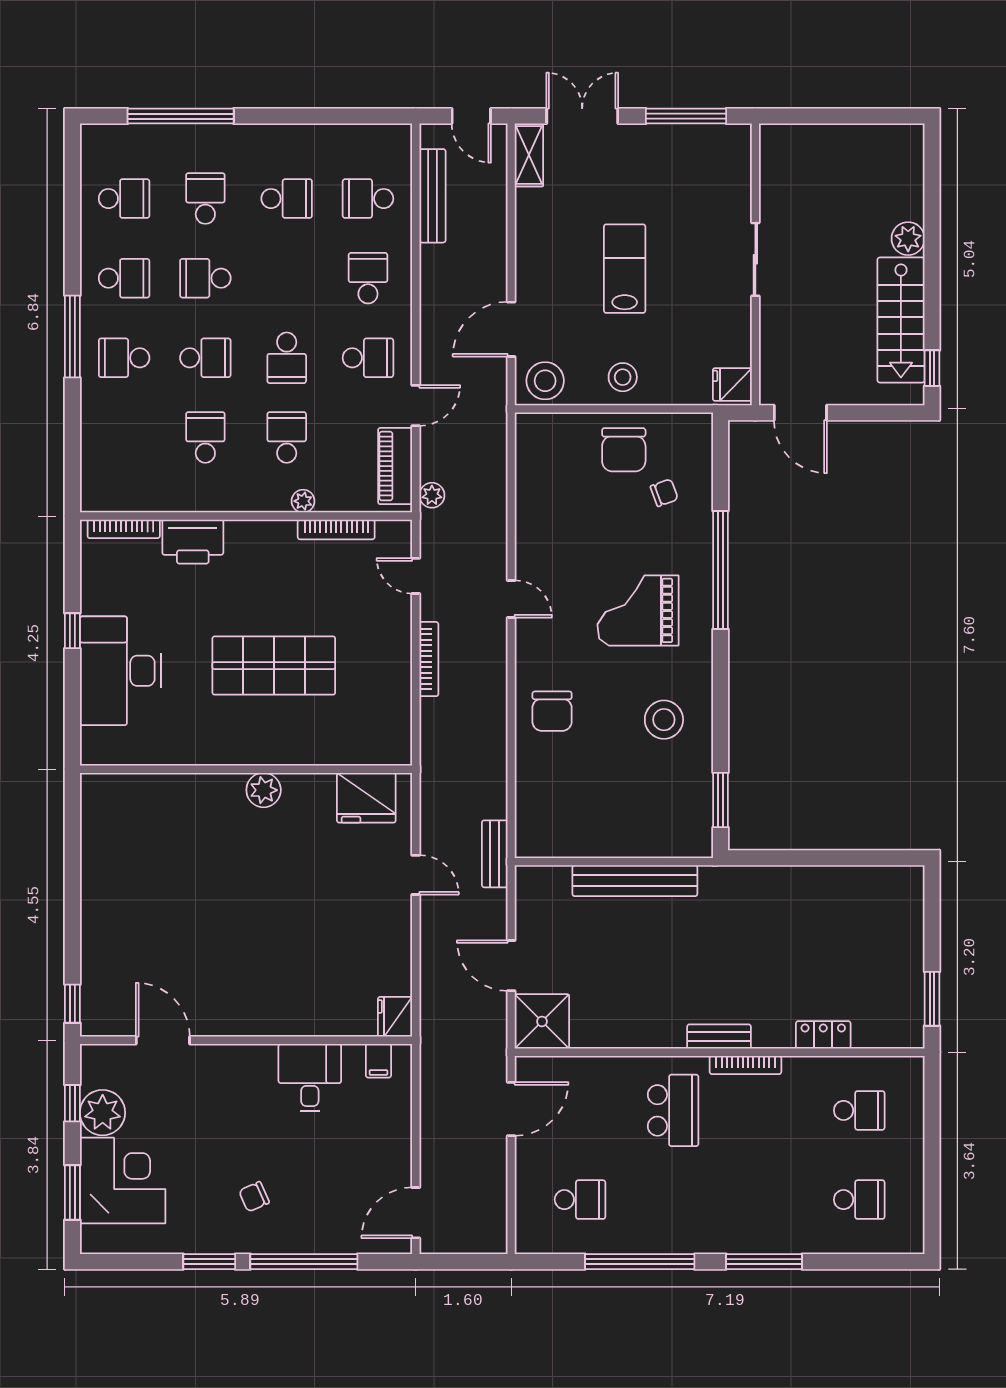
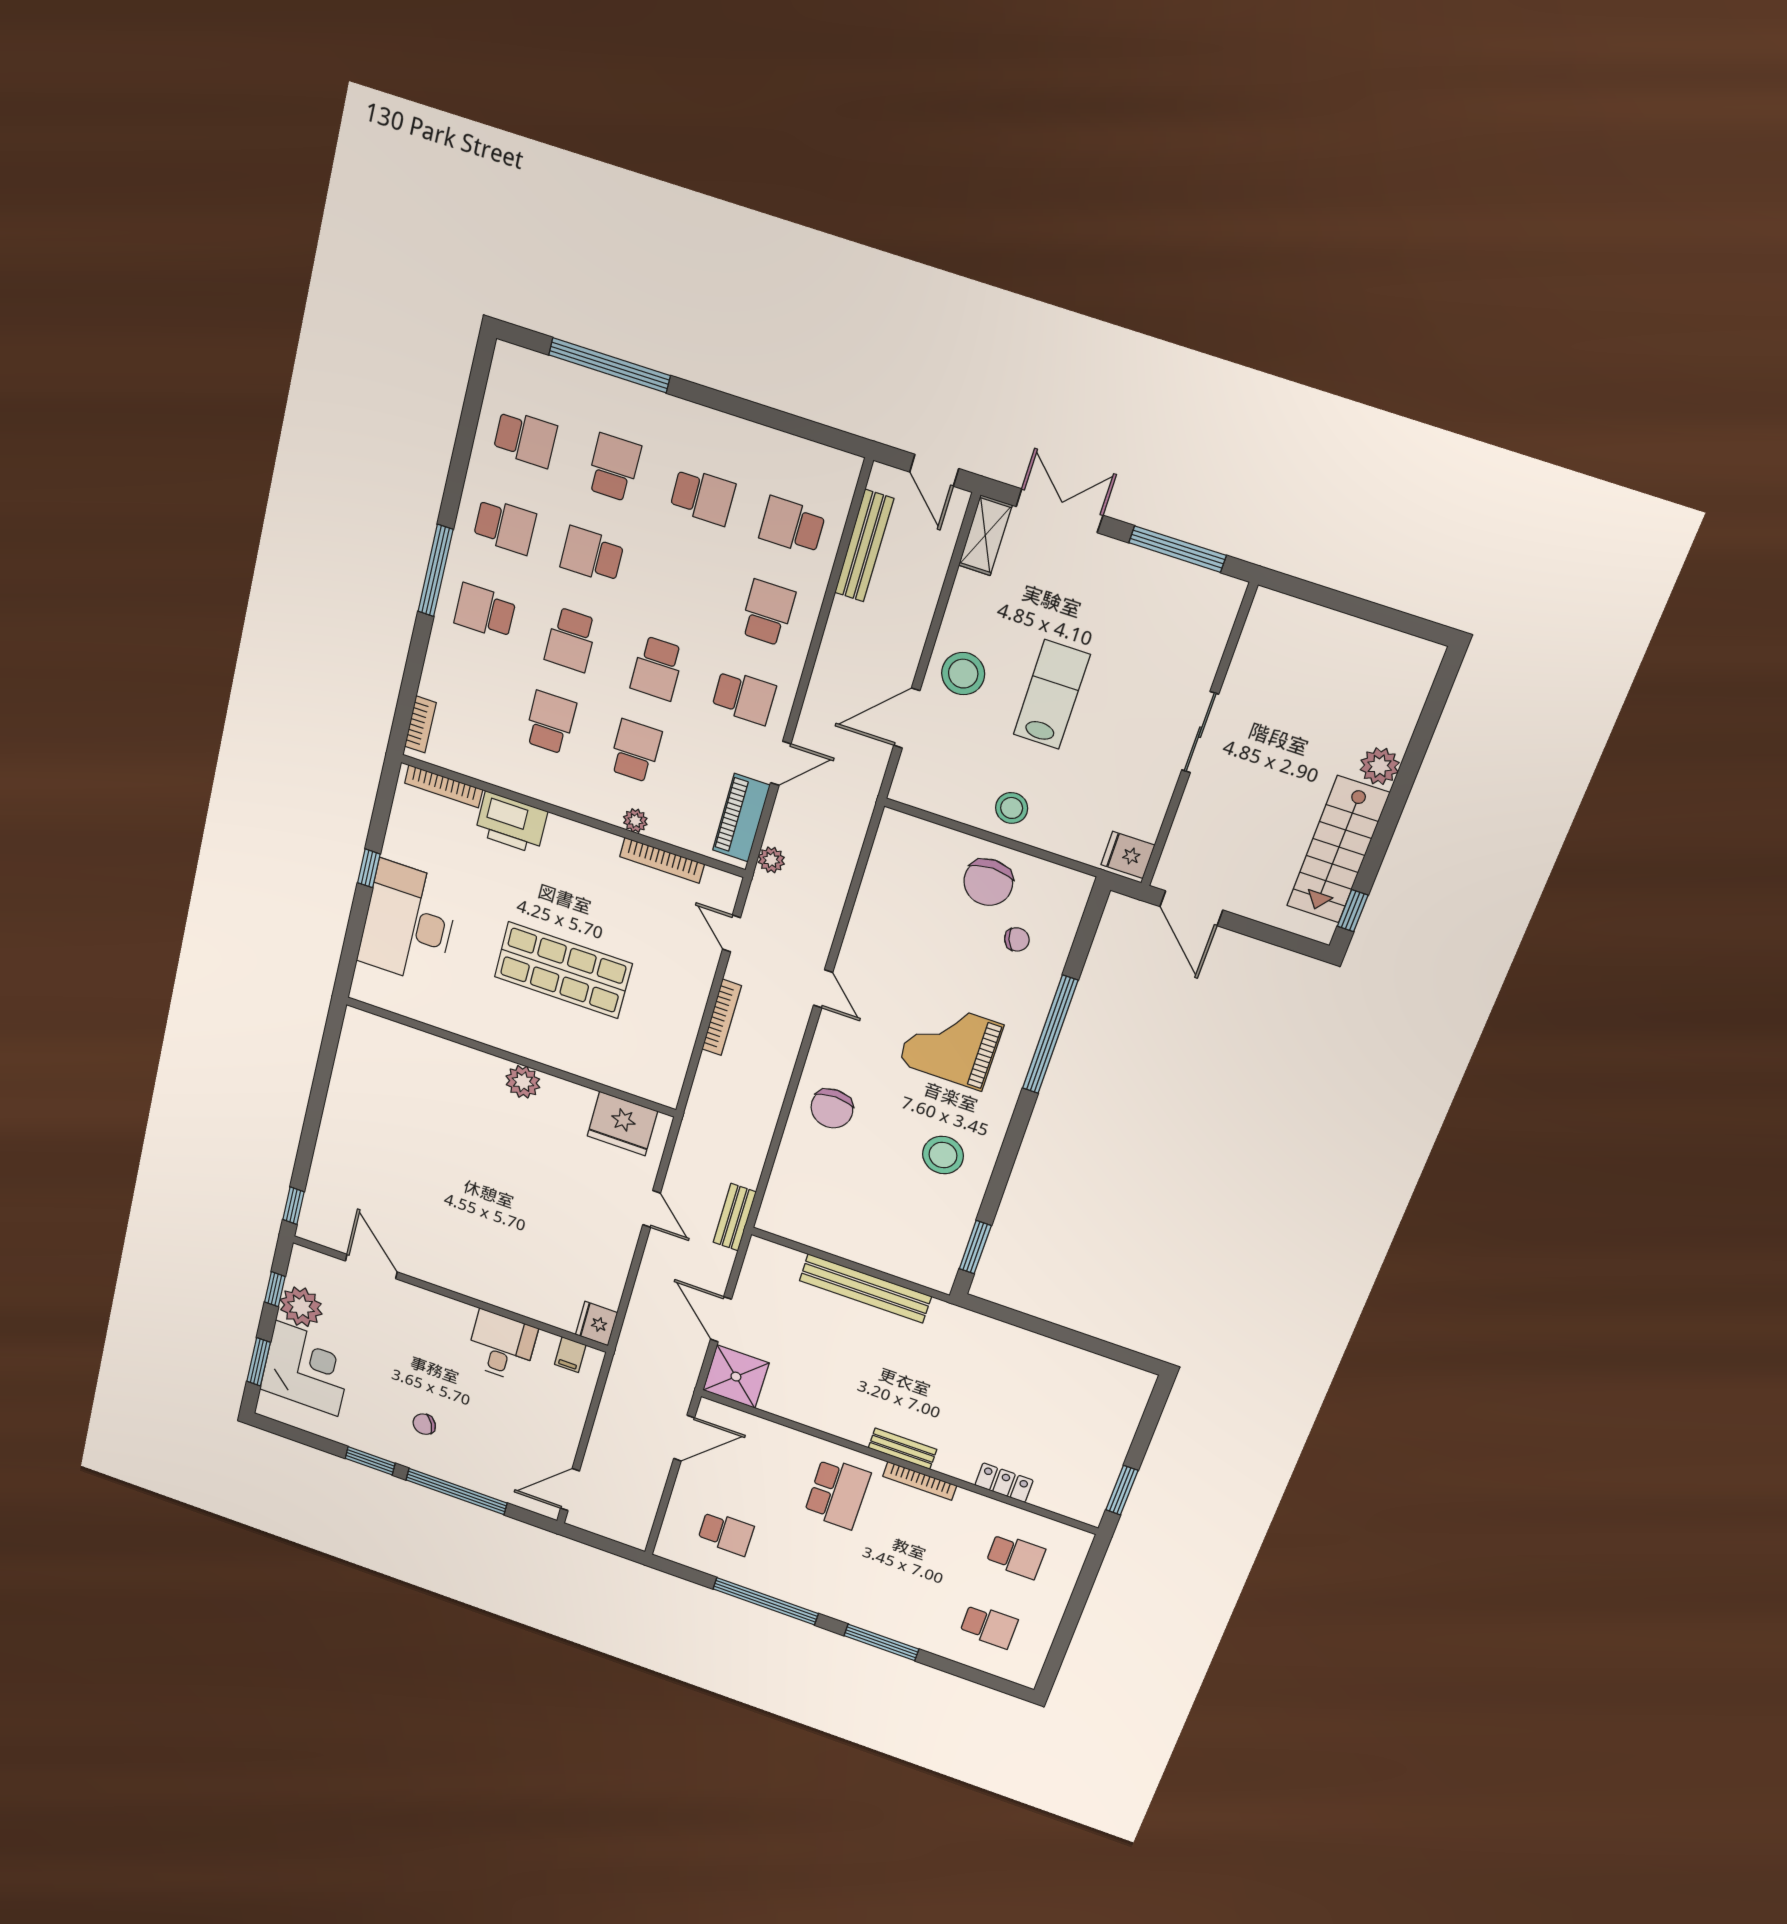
school desk: (205, 358) -> (571, 640), turned 90
stool: (545, 381) -> (963, 674), moved
bookcase: (90, 479) -> (420, 724), added

